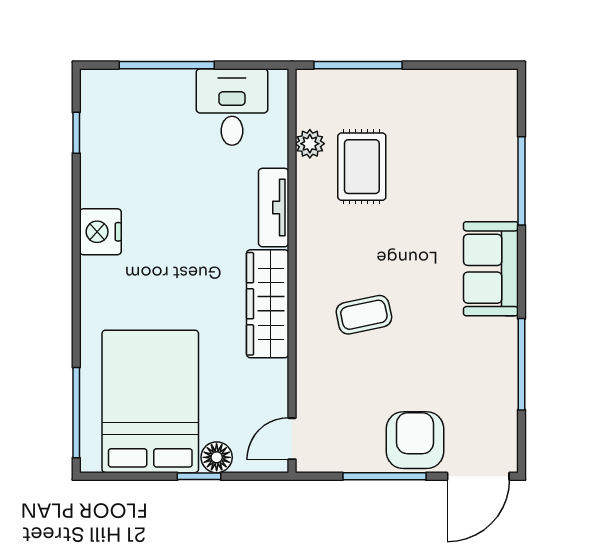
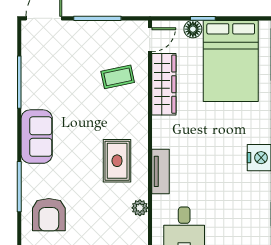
rug: (362, 167) -> (117, 161), moved
wardrobe: (268, 304) -> (164, 84), moved
coffee table: (364, 315) -> (118, 77), moved
armchair: (415, 440) -> (49, 215), moved

